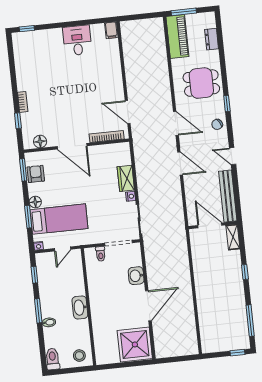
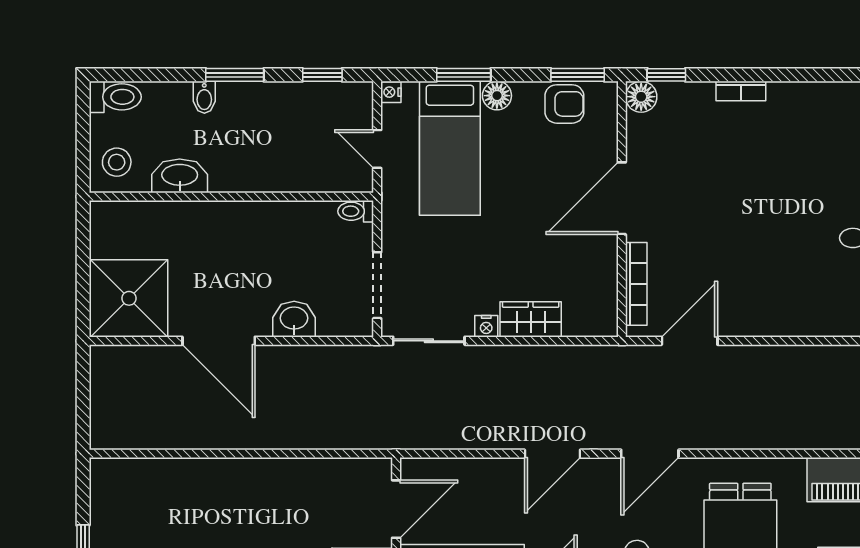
window: (18, 121) -> (666, 75), moved
floor lamp: (40, 142) -> (641, 97), moved
toilet: (101, 254) -> (356, 211), moved
washbasin: (80, 307) -> (180, 176), moved

